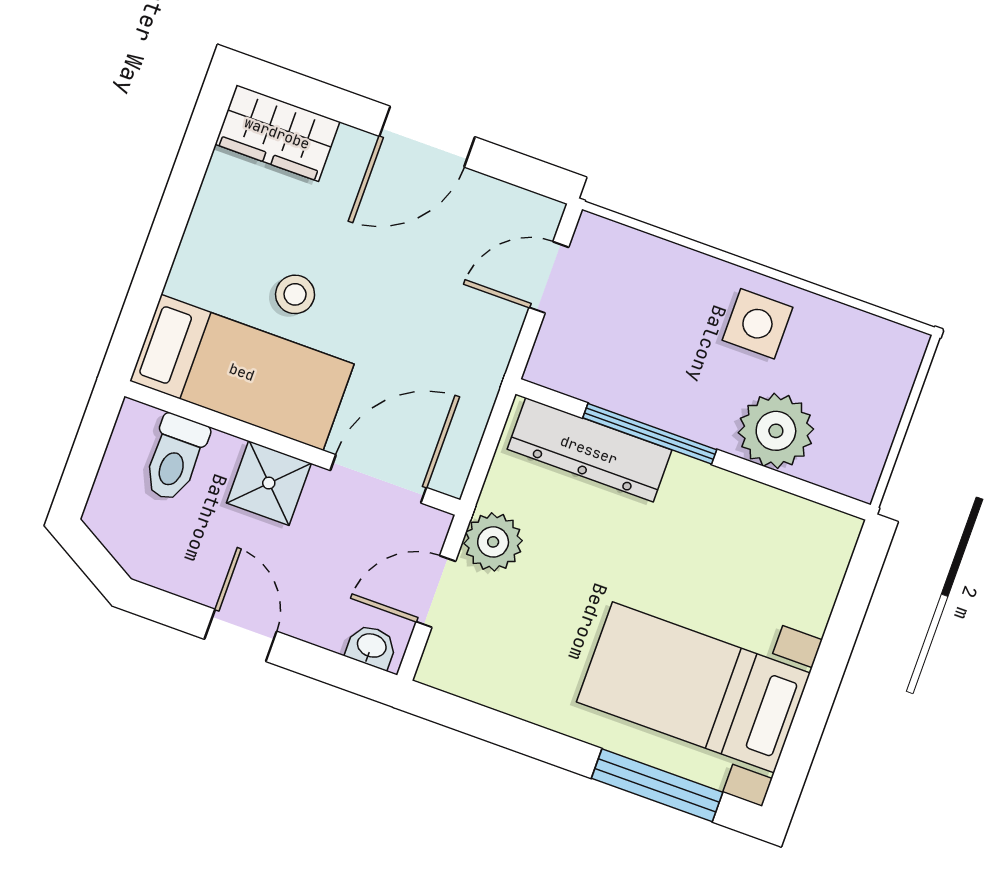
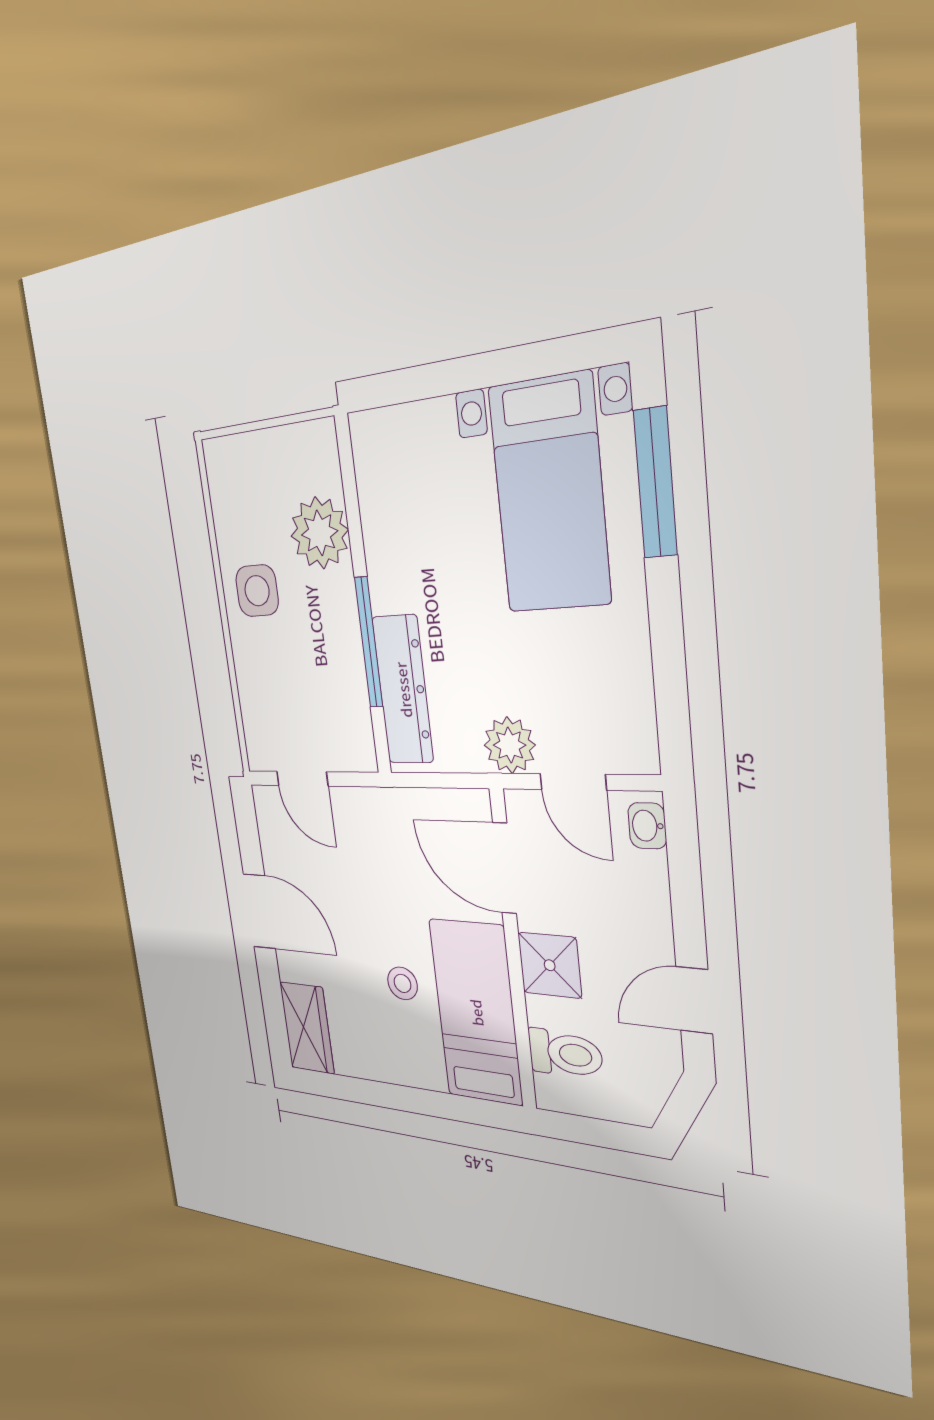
door: (241, 635) -> (694, 1000), moved

